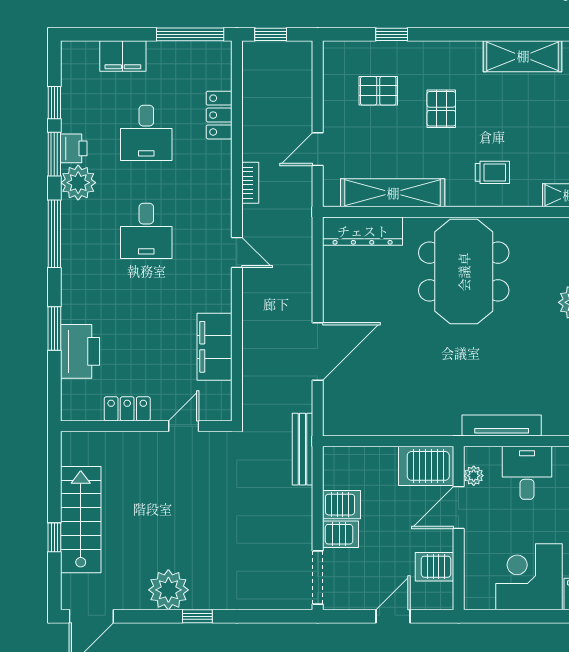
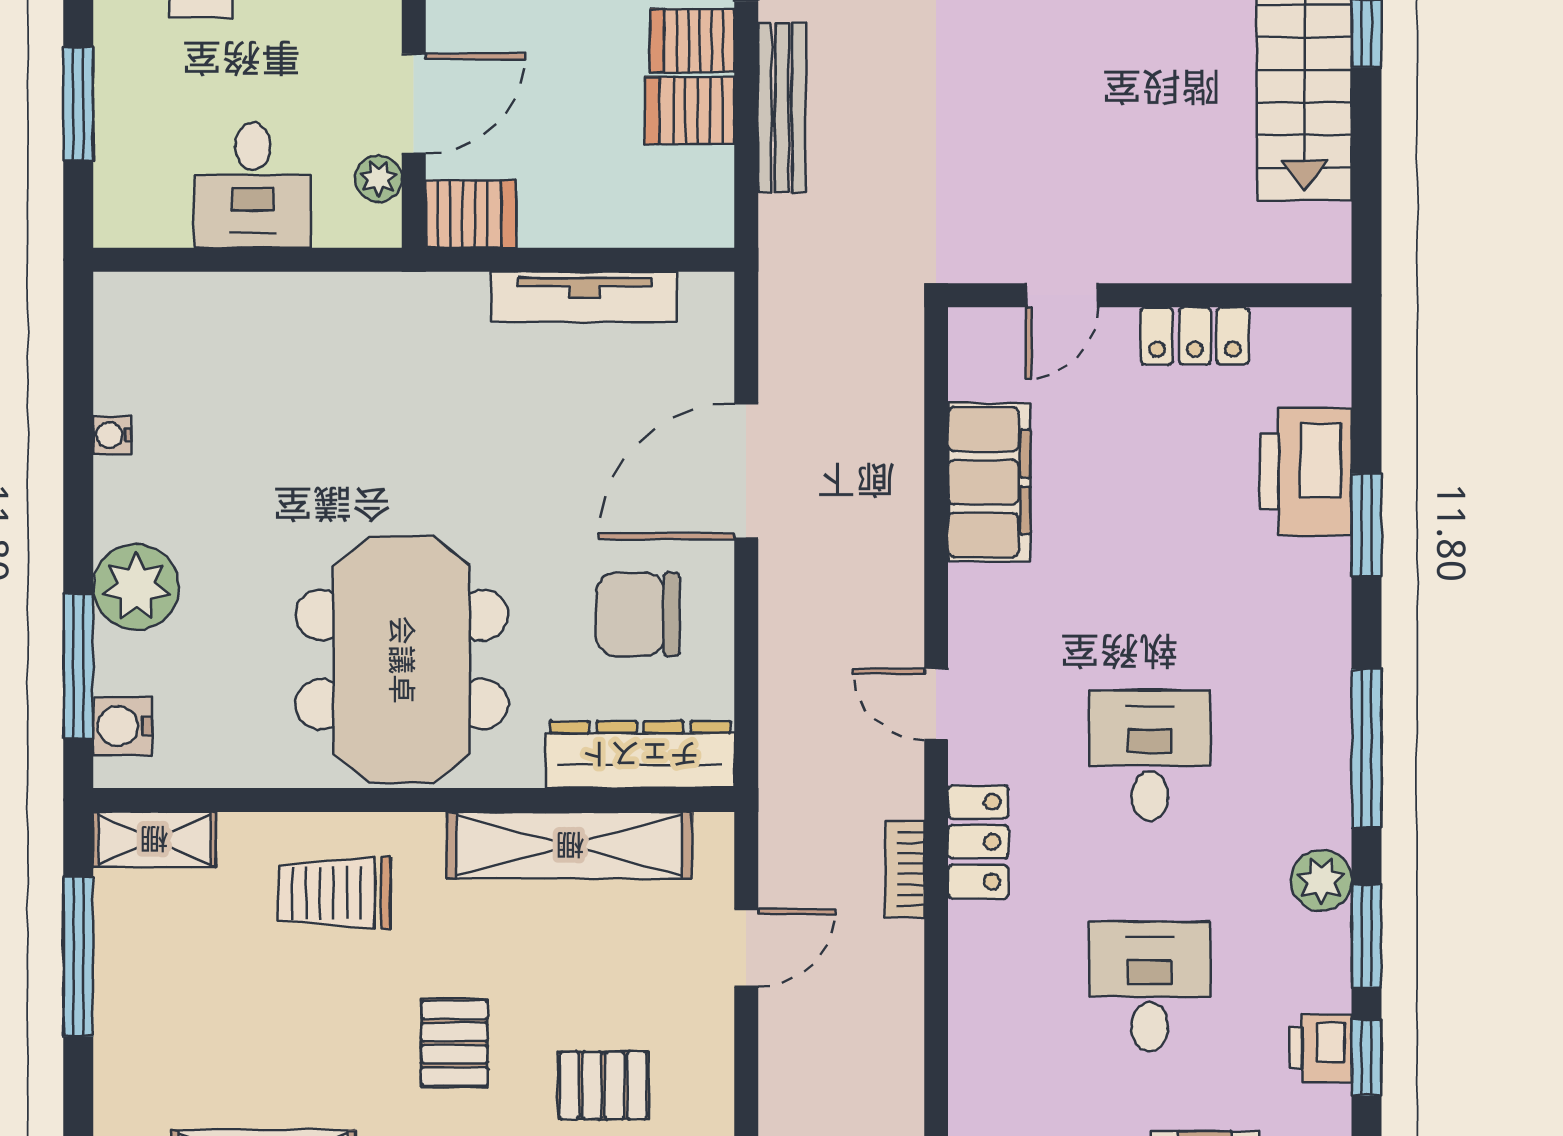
locker: (219, 115) -> (978, 842), moved
printer: (74, 148) -> (1321, 1048), moved
trolley: (492, 172) -> (334, 893), width x1.36, depth x1.39
plant: (78, 183) -> (1321, 880), width x0.73, depth x0.73
chair: (363, 291) -> (638, 614), added
tv unit: (502, 425) -> (584, 297), moved
bench: (302, 449) -> (782, 108), moved
server rack: (426, 466) -> (471, 214), width x0.73, depth x0.70

